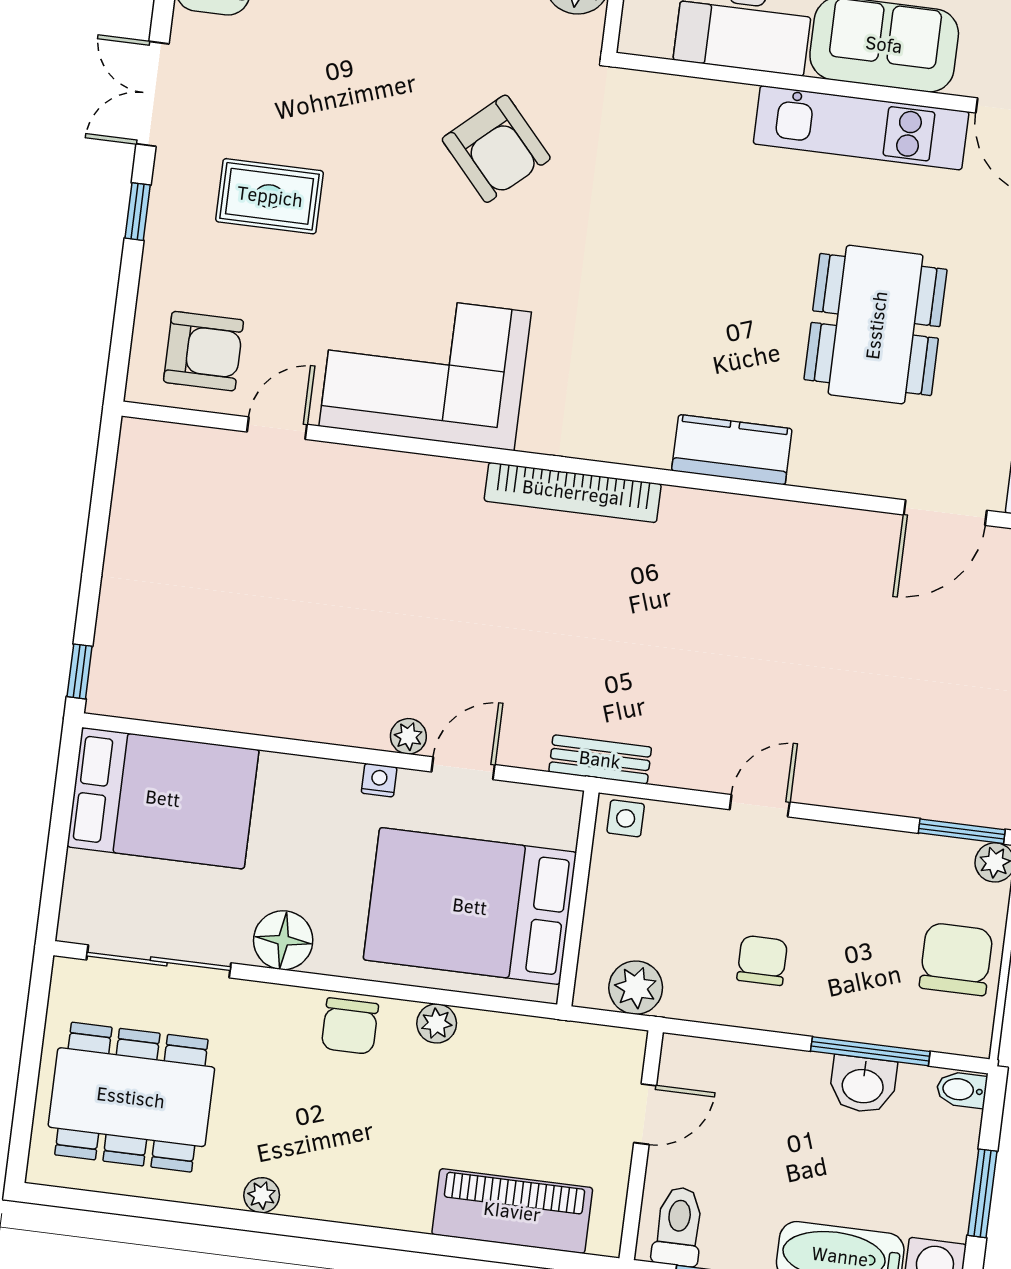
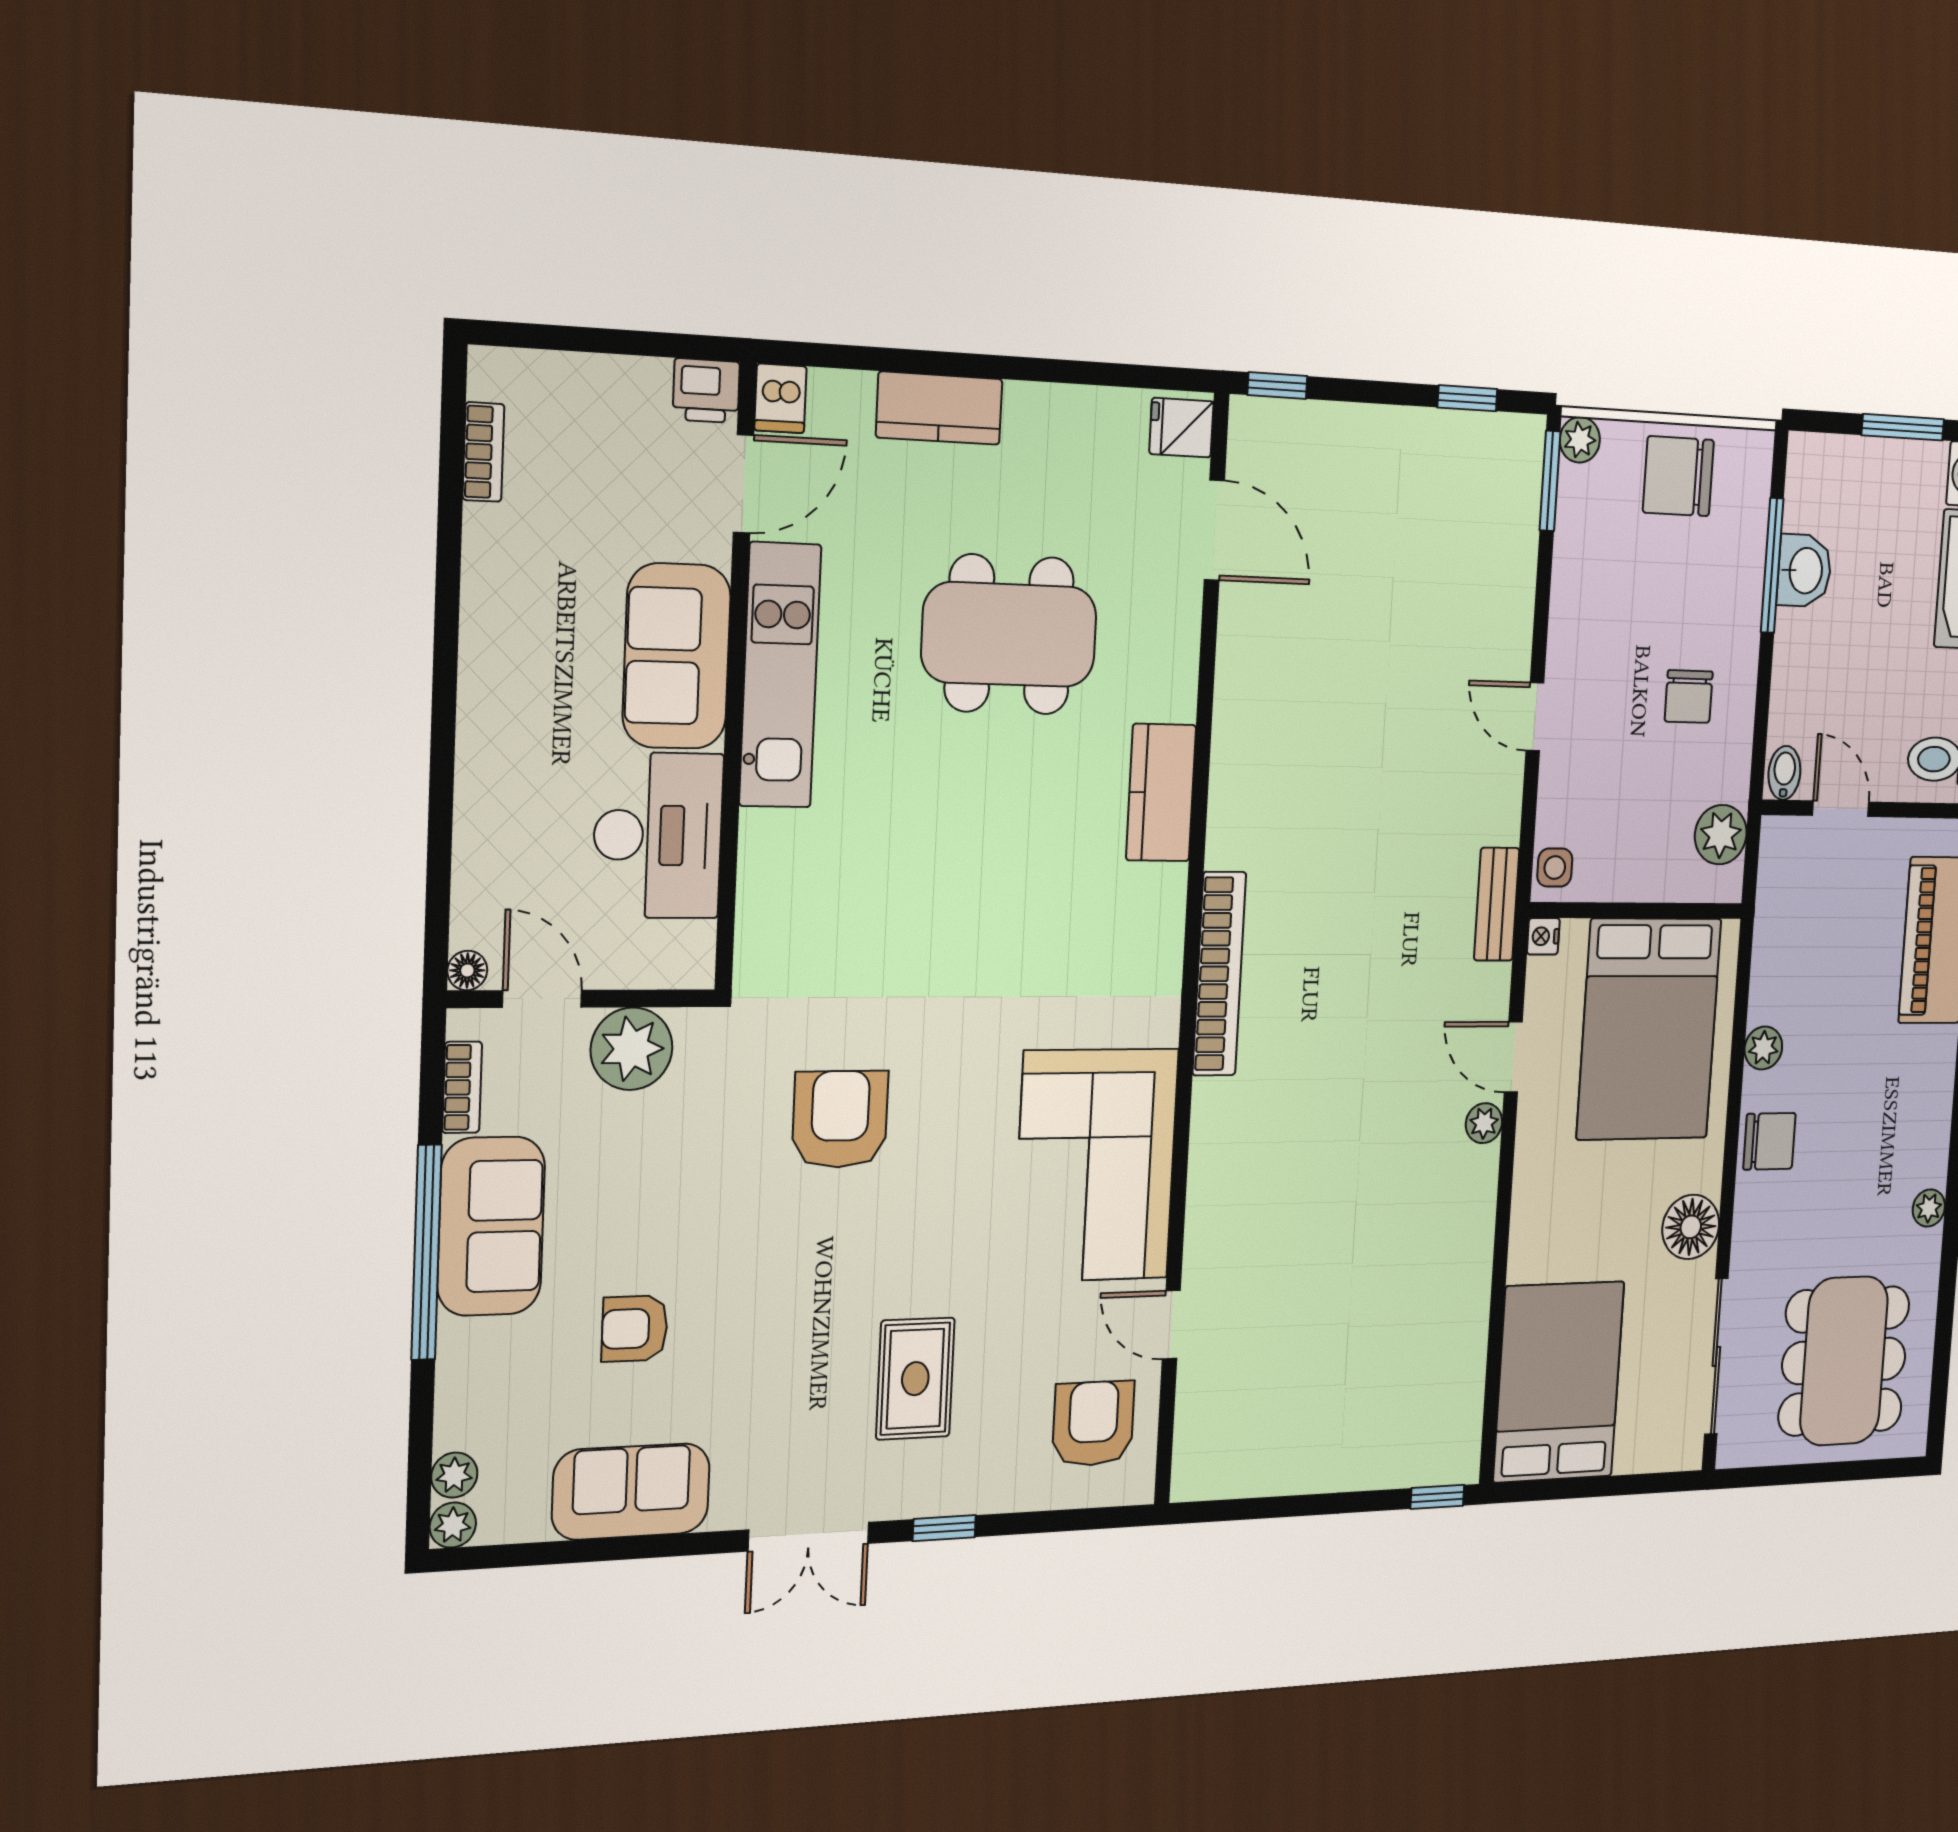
armchair: (496, 149) -> (840, 1119), turned -48
nightstand: (379, 780) -> (1543, 936), moved
chair: (762, 960) -> (1689, 696), turned -90
bidet: (962, 1090) -> (1784, 773), moved, turned 180

